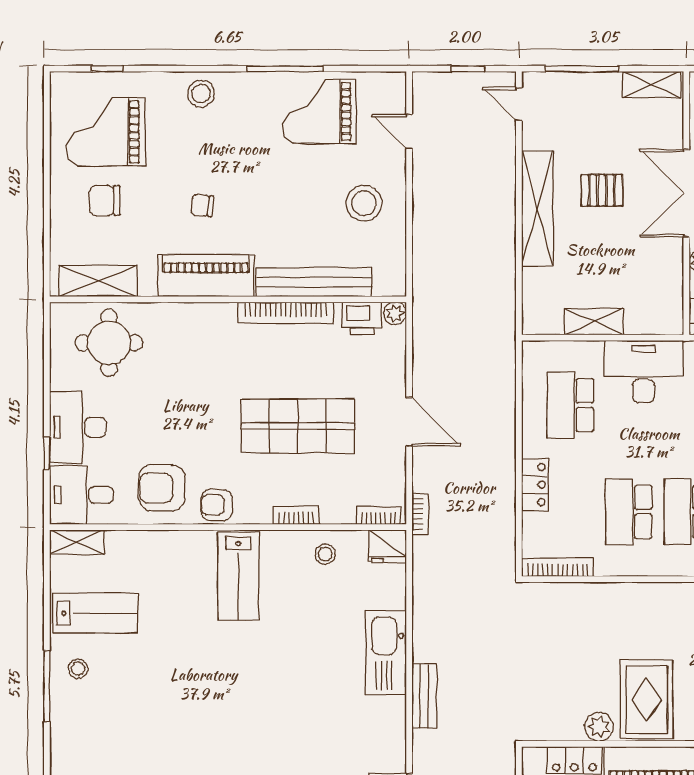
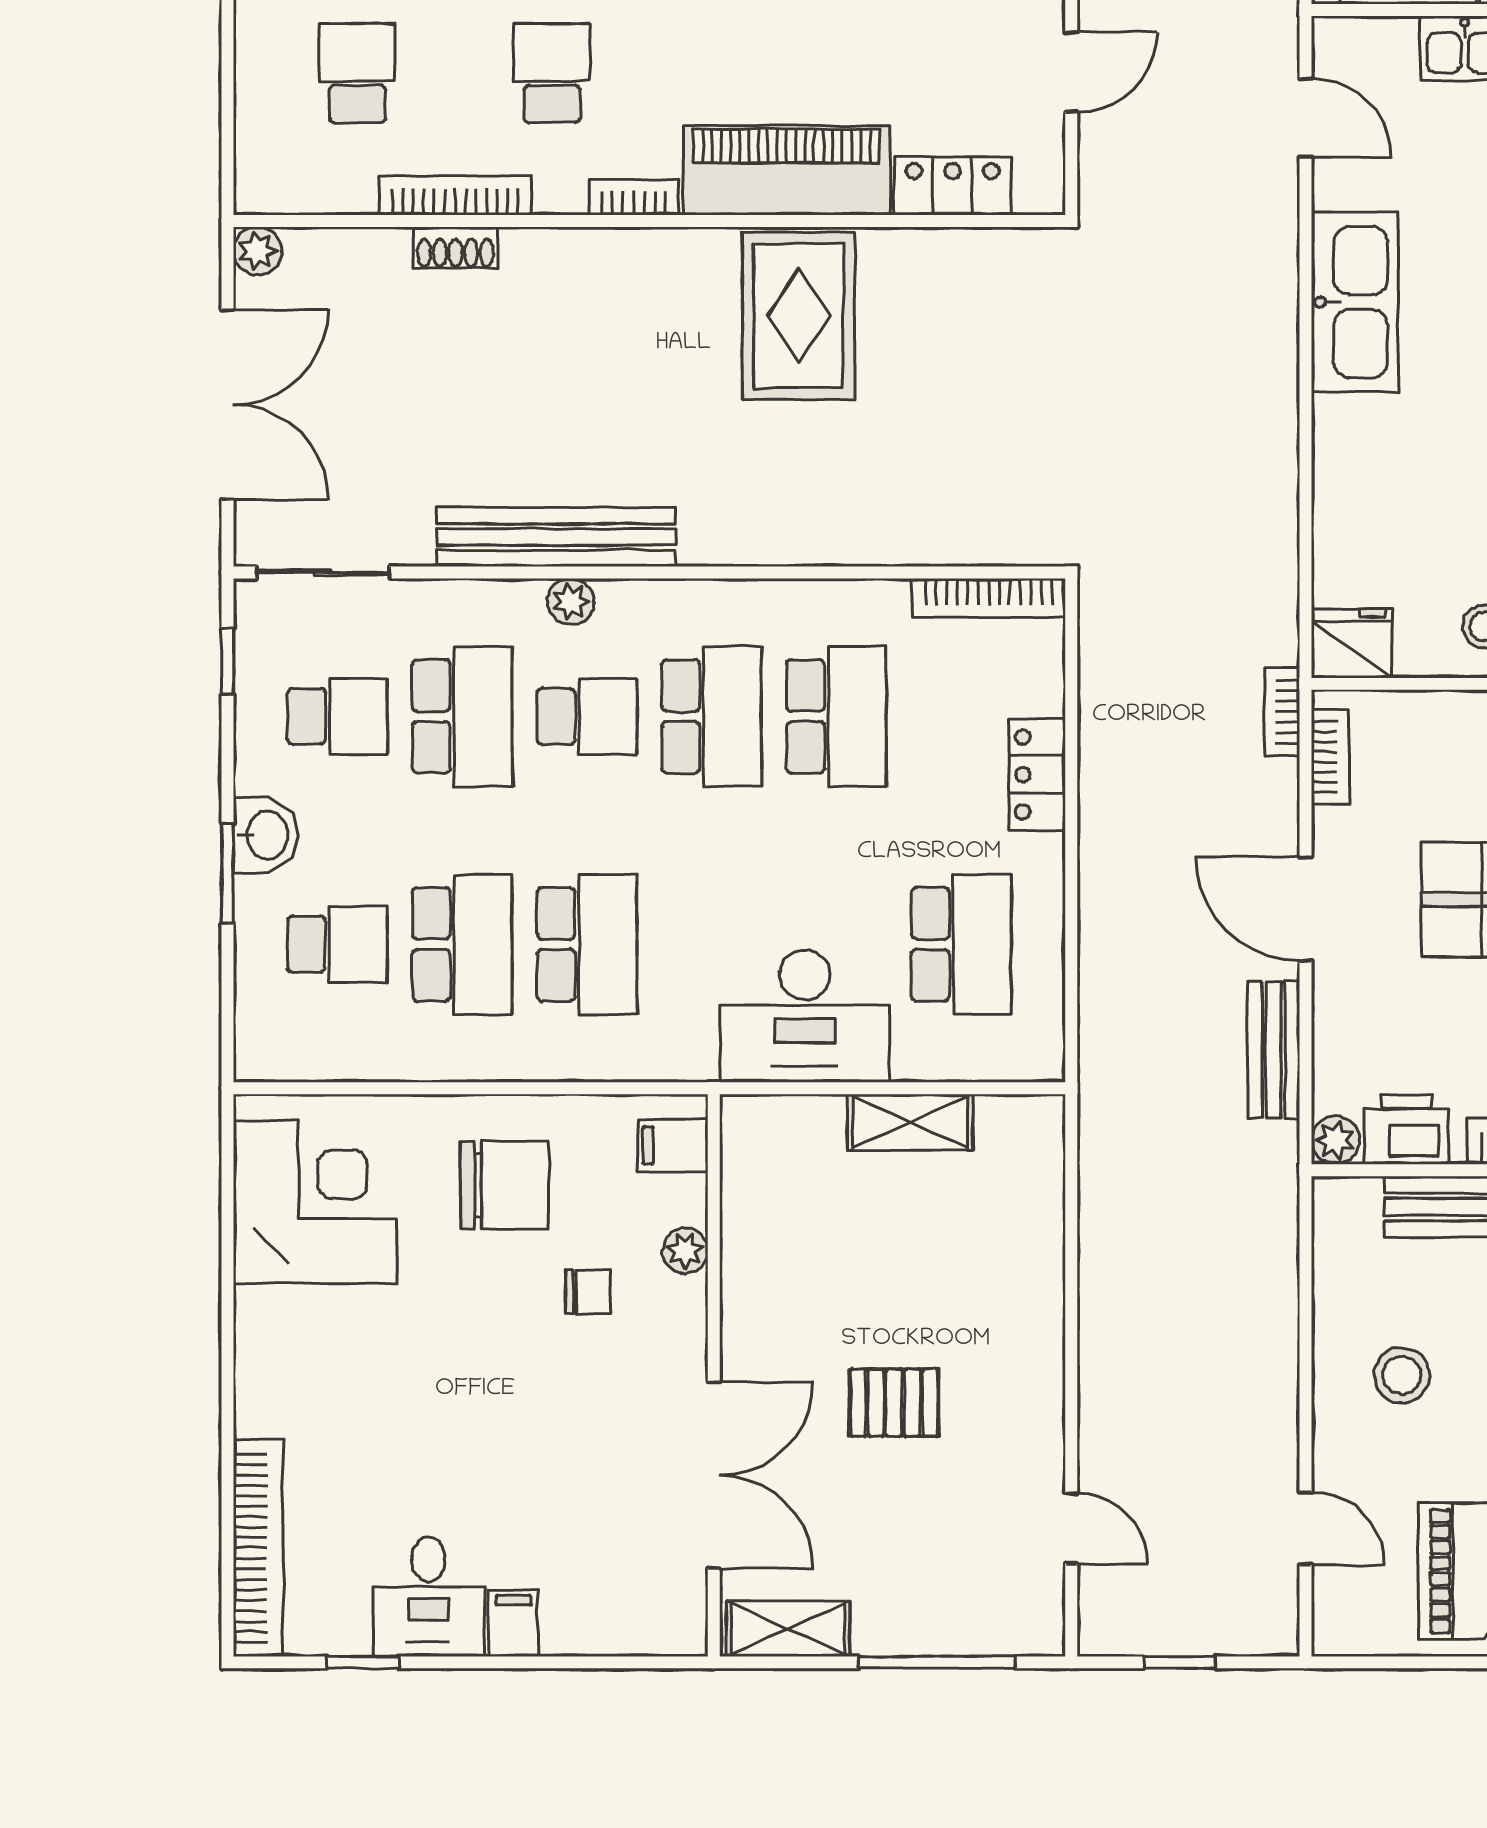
door: (519, 104) -> (1071, 1528), moved
double door: (686, 193) -> (714, 1475), moved
stool: (364, 203) -> (1402, 1375), width x0.73, depth x0.73
shelving: (537, 209) -> (1032, 1364), removed
bookcase: (378, 515) -> (1330, 757), moved, turned -90
kitchen sink: (386, 653) -> (1355, 302), moved
bench: (424, 696) -> (1274, 1050), moved
plant: (599, 727) -> (900, 258), removed

